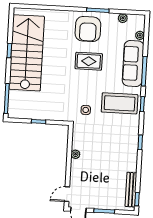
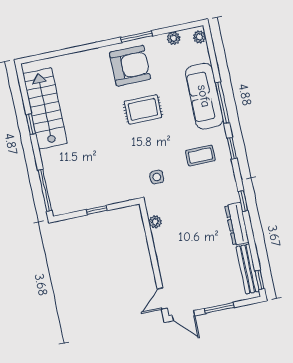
armchair: (88, 29) -> (130, 66), turned -90
plant: (140, 35) -> (199, 37), moved
stairs: (27, 53) -> (45, 108), width x0.73, depth x0.66
coffee table: (120, 103) -> (200, 155), width x0.54, depth x0.58
plant: (76, 154) -> (155, 222), moved
dresser: (132, 157) -> (237, 224), added

